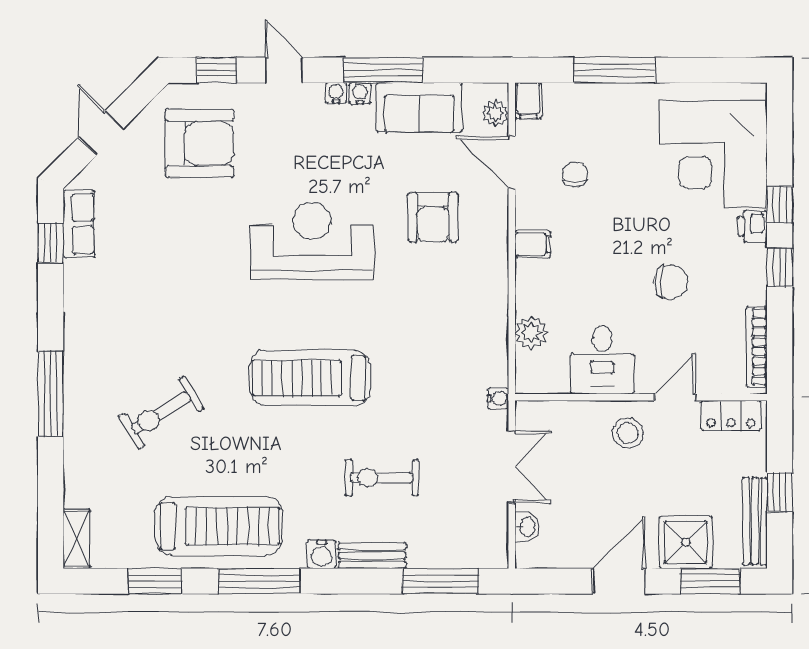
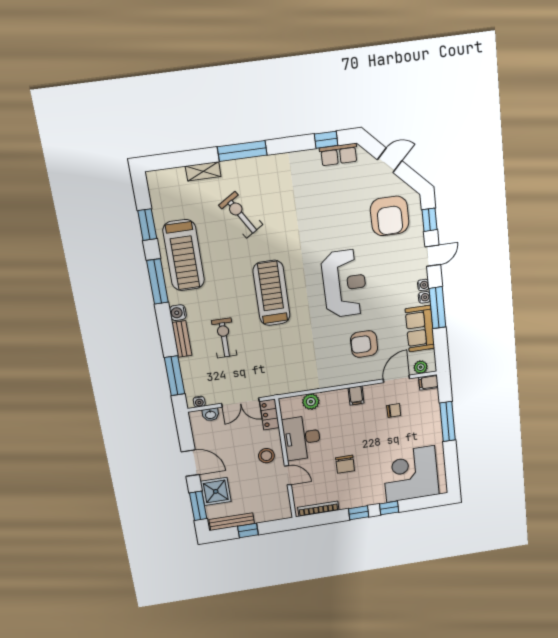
printer: (753, 226) -> (377, 497), removed
desk: (602, 360) -> (302, 438), width x1.37
water cooler: (498, 398) -> (199, 402), moved
locker: (731, 415) -> (269, 415), moved
shelving: (76, 539) -> (203, 171), moved

